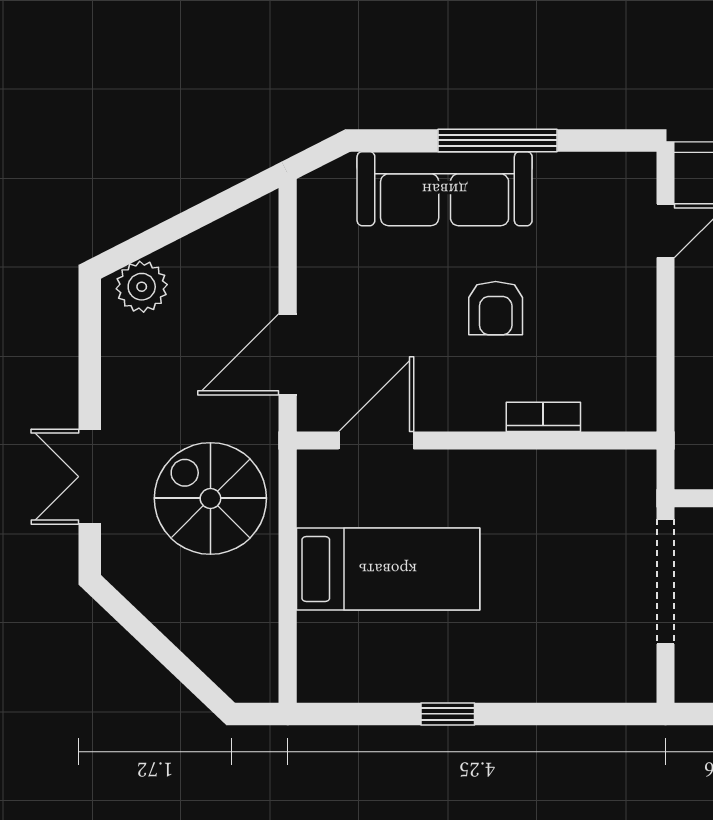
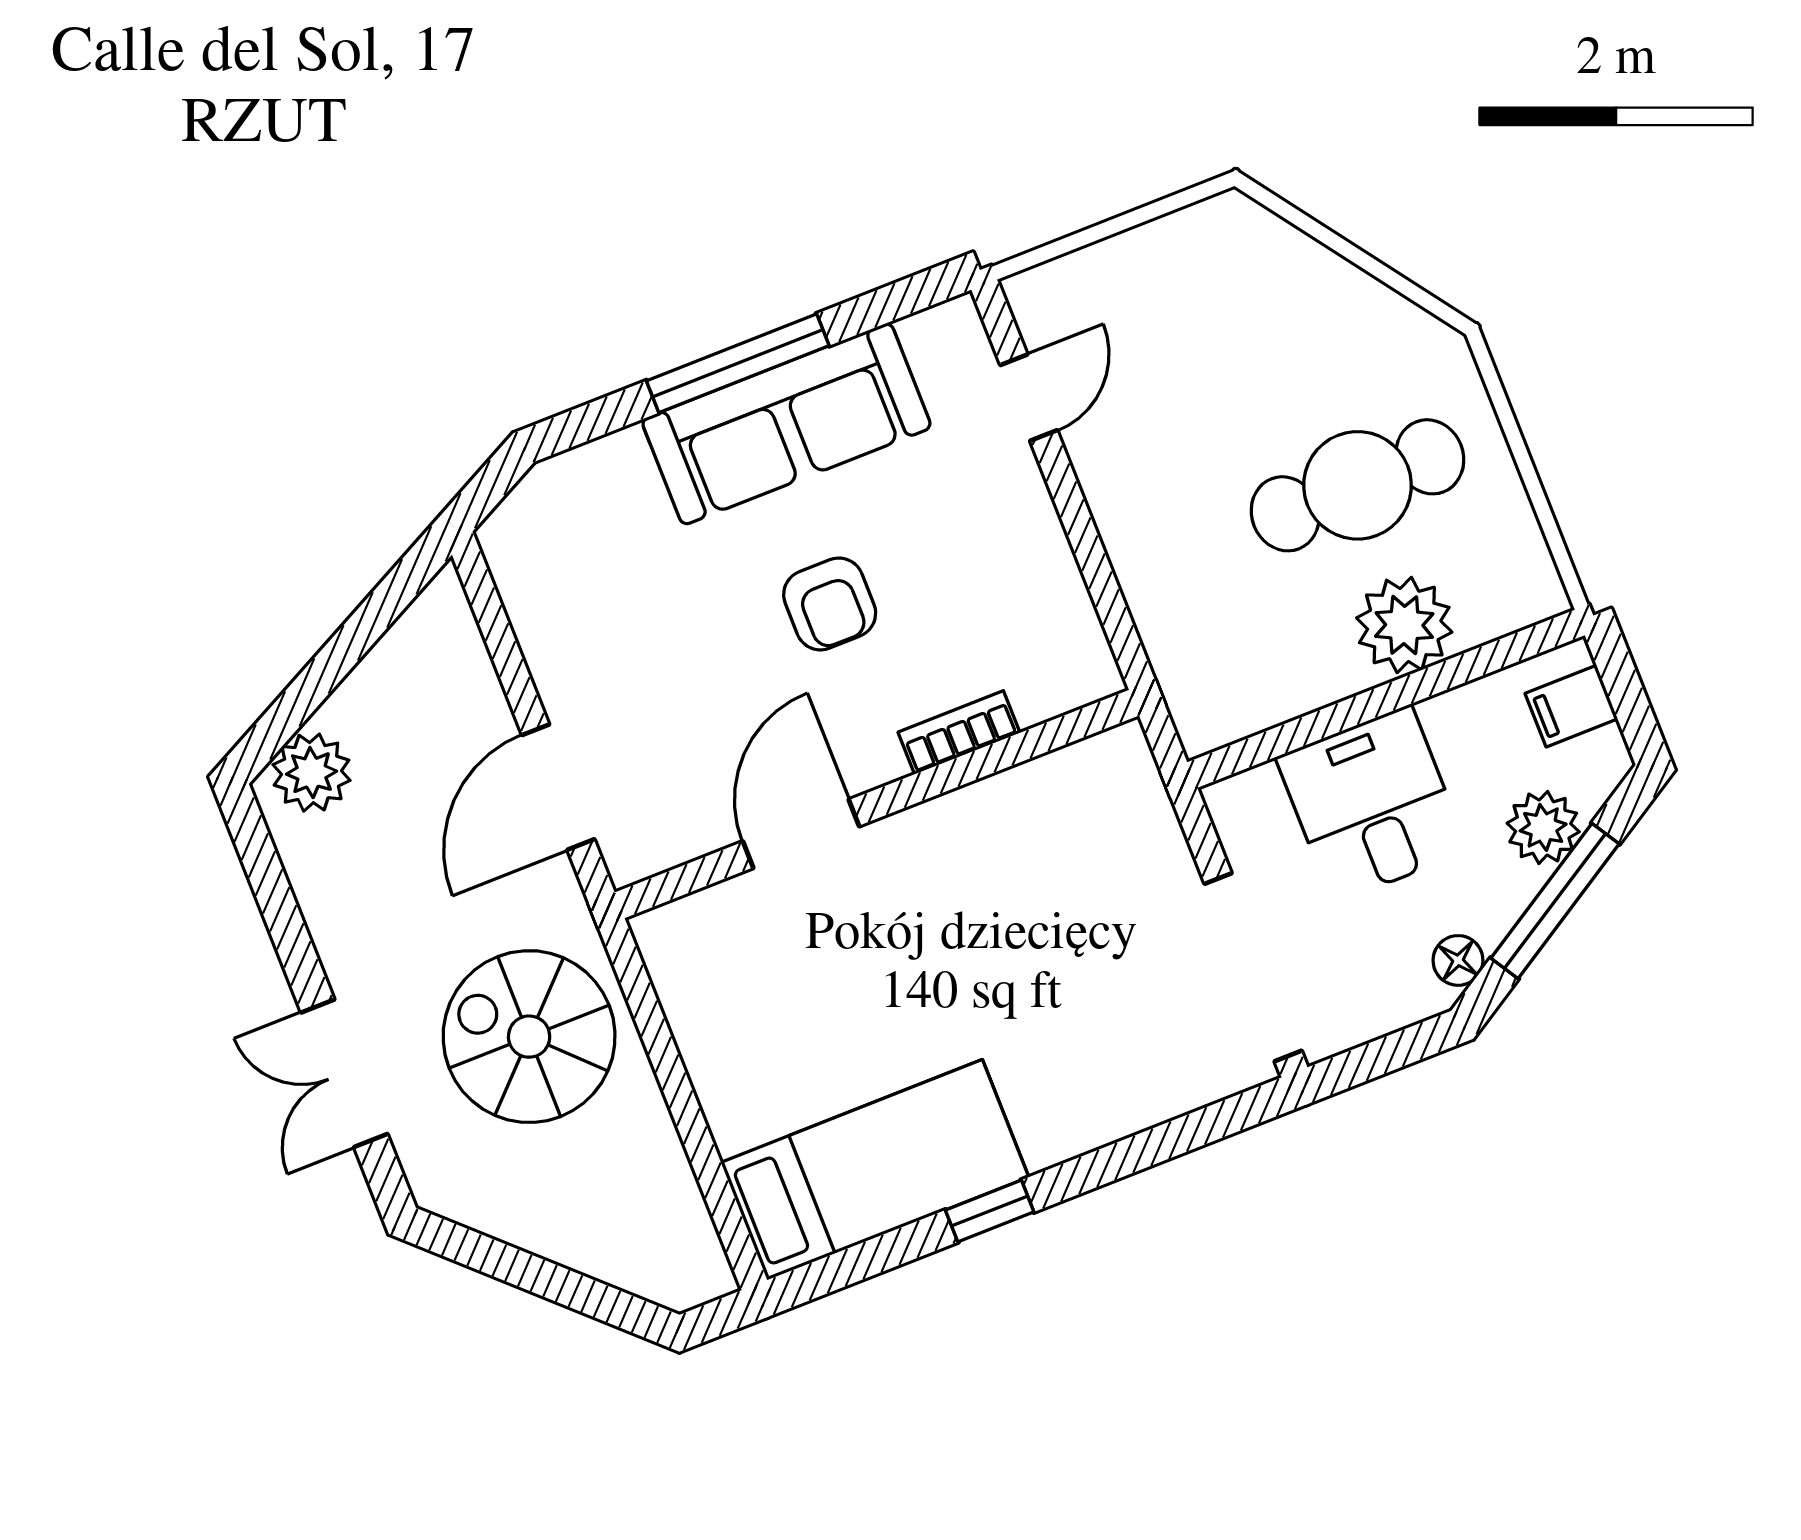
sofa: (445, 189) -> (786, 424), moved
door: (376, 441) -> (801, 834), moved
bed: (388, 569) -> (875, 1170), moved
doorway: (666, 581) -> (1253, 967), moved

